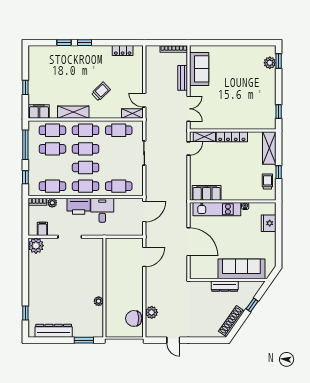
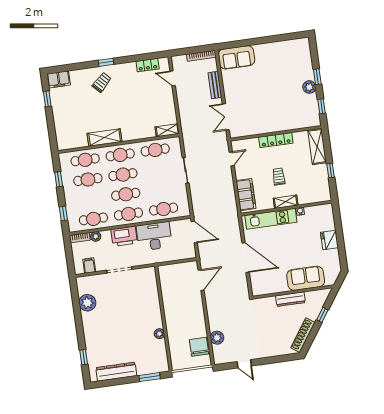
window: (64, 43) -> (84, 65), removed
window: (279, 61) -> (317, 77), moved
plant: (270, 63) -> (309, 87), moved
sofa: (199, 69) -> (236, 57), moved, turned 90
window: (25, 87) -> (47, 99), moved
trolley: (101, 91) -> (102, 82), moved
door: (144, 100) -> (173, 78), moved
double door: (188, 109) -> (226, 117), swing flipped
filing cabinet: (39, 112) -> (59, 79), moved, turned 180
shelving: (204, 137) -> (286, 202), moved
window: (25, 145) -> (59, 179), width x0.46
trolley: (267, 181) -> (279, 177), moved
filing cabinet: (207, 193) -> (246, 195), moved, turned 90
desk: (102, 210) -> (154, 236), width x1.37
door: (144, 211) -> (194, 232), hinge flipped
fridge: (269, 223) -> (329, 240), moved
plant: (36, 246) -> (87, 303), moved
sofa: (241, 269) -> (306, 278), width x0.73
chair: (134, 318) -> (199, 347), turned 90

